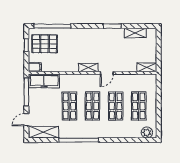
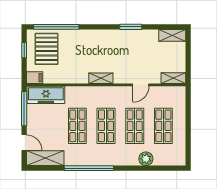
shelving: (135, 33) -> (172, 35), moved
pallet: (45, 44) -> (47, 49), turned 90
door: (107, 73) -> (141, 85), moved
door: (26, 120) -> (24, 143), swing flipped
plant: (147, 133) -> (146, 159), moved

